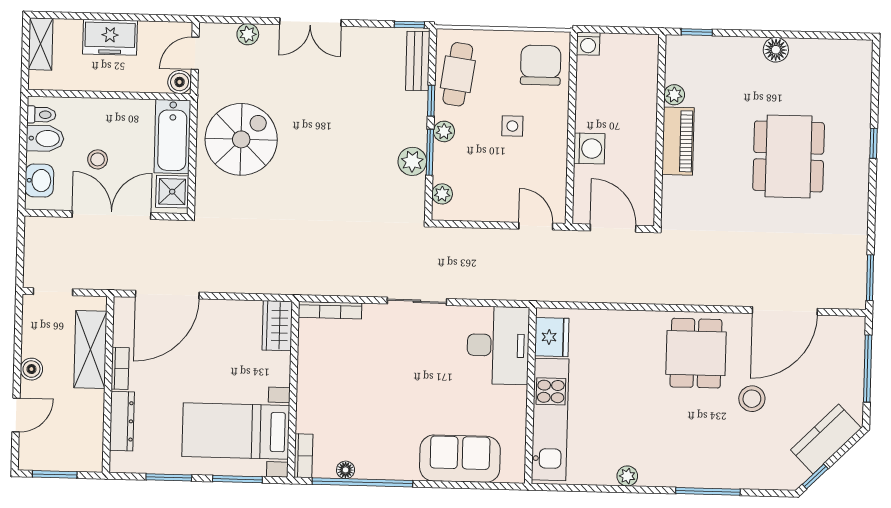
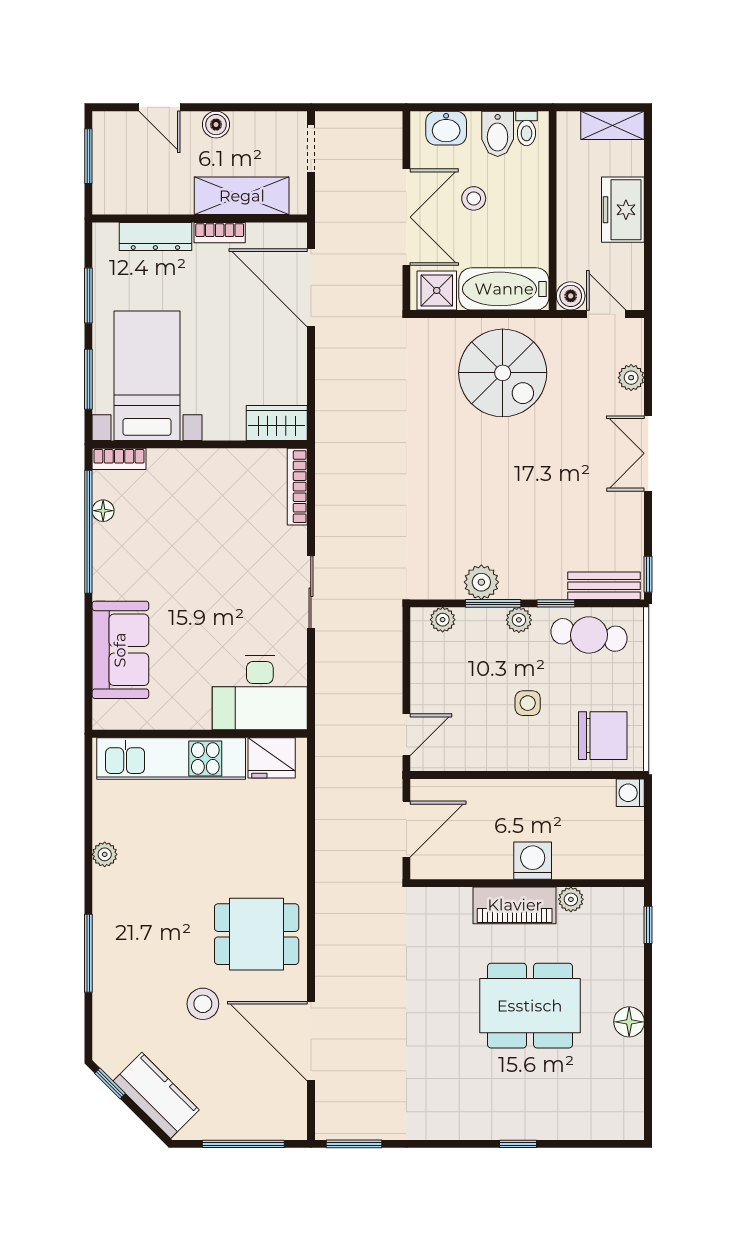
washing machine: (589, 148) -> (533, 861), moved, turned 180
dining table: (789, 156) -> (530, 1006), moved

